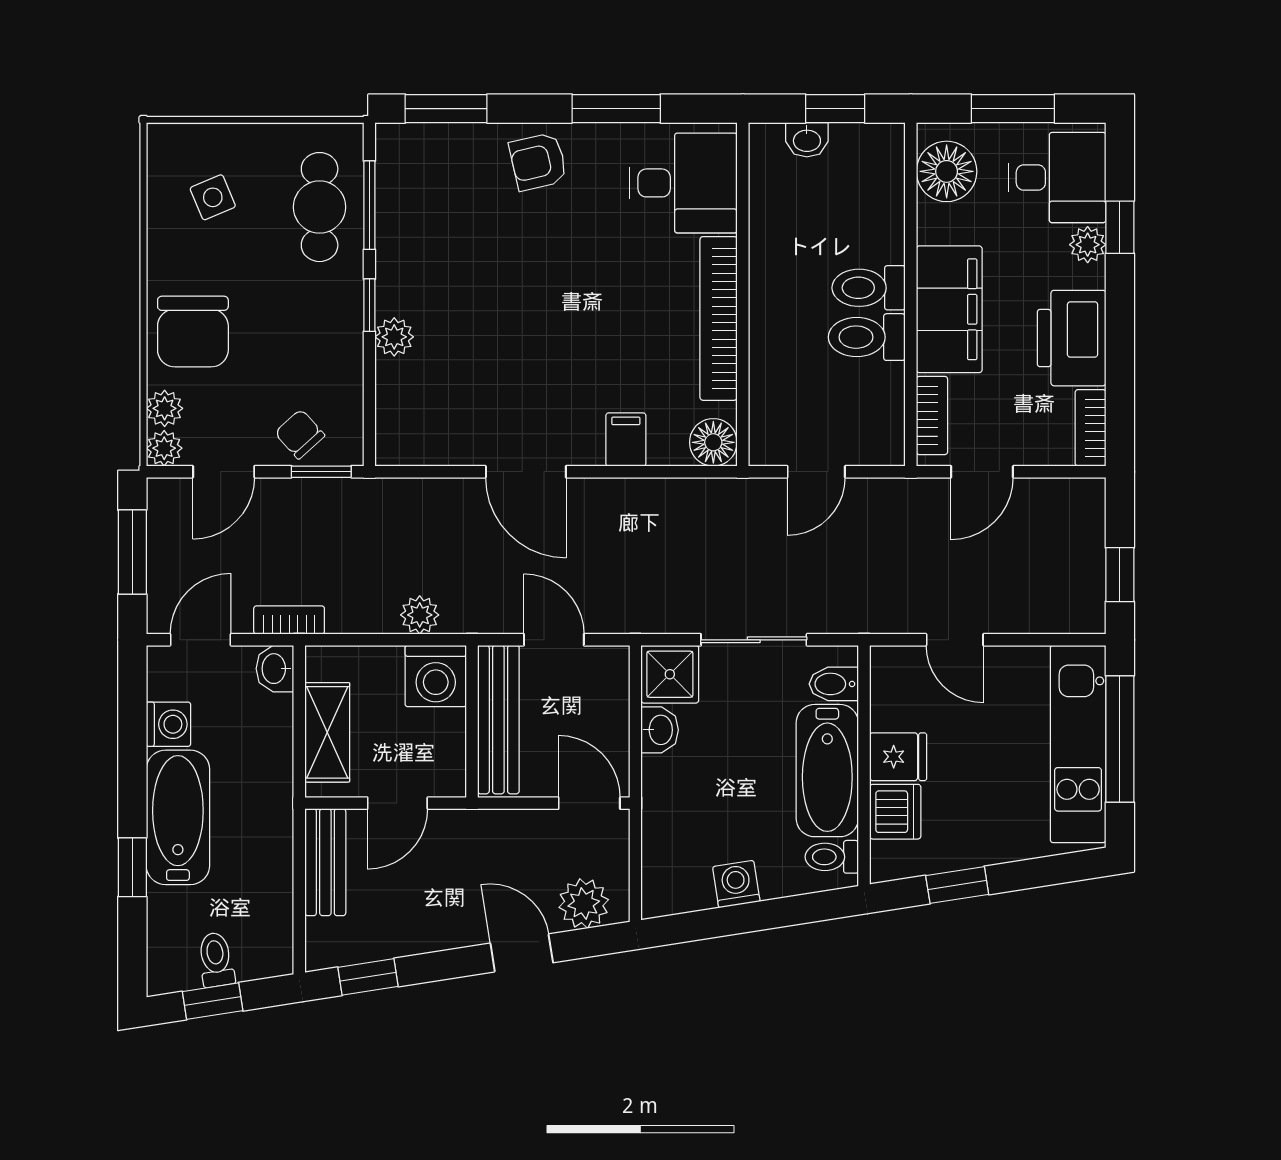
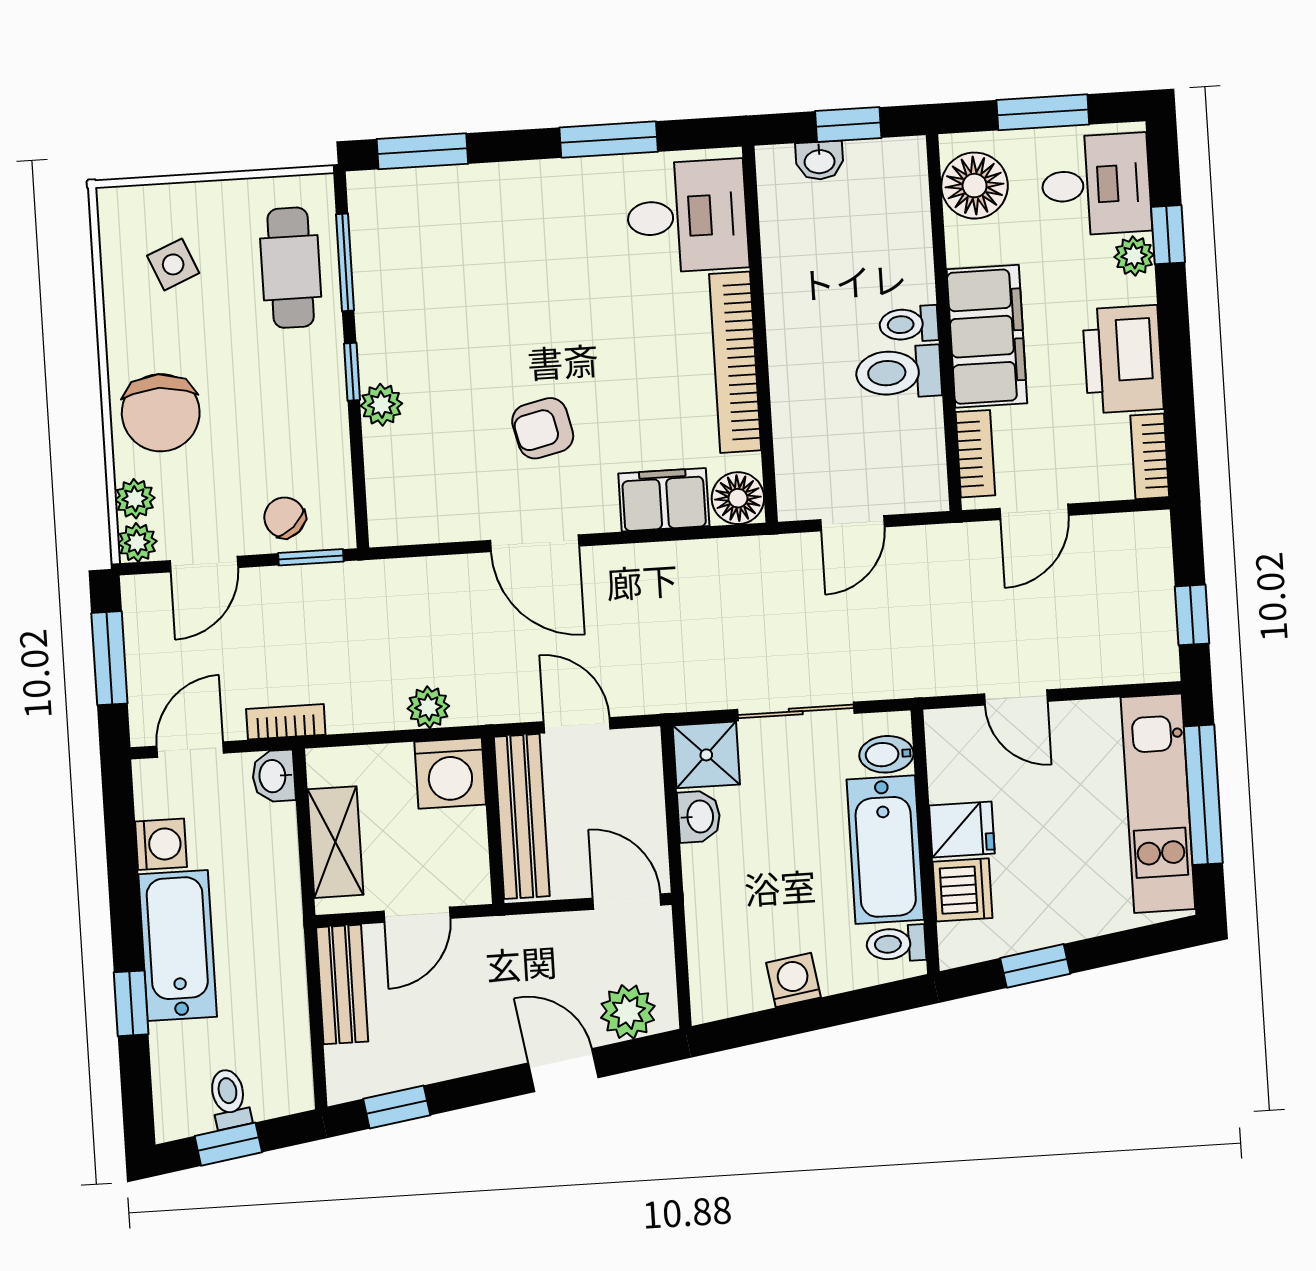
armchair: (538, 162) -> (543, 428), moved
toilet: (869, 288) -> (909, 324), width x0.73, depth x0.72
filing cabinet: (626, 440) -> (664, 500), width x2.00

